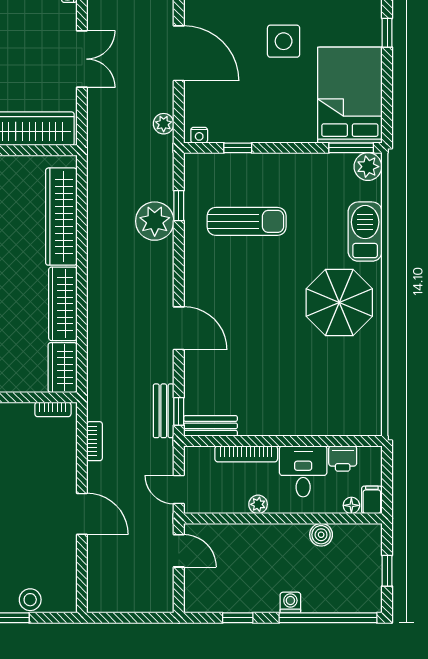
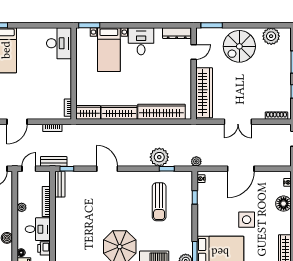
plant: (164, 124) -> (196, 161), moved
door: (179, 328) -> (107, 169), swing flipped
bench: (164, 411) -> (54, 161), moved

